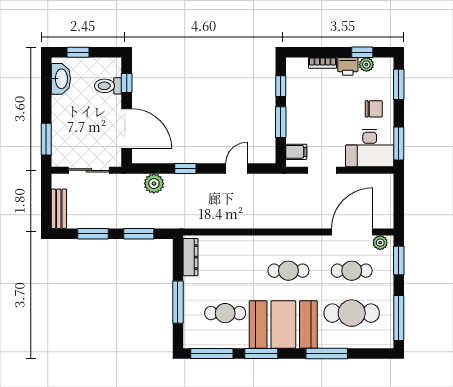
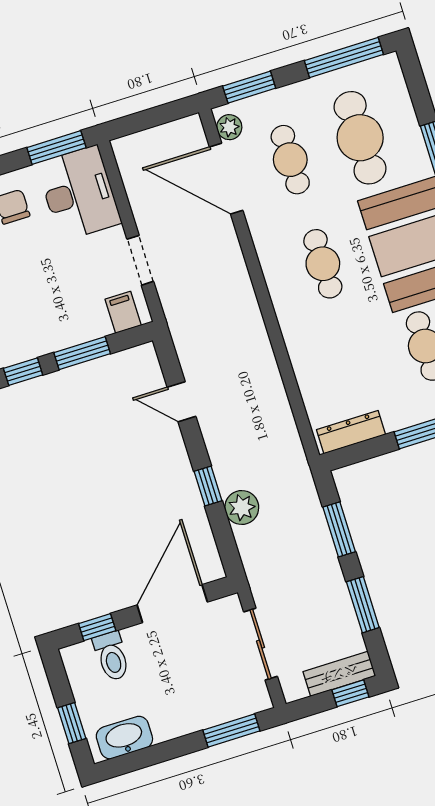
plant: (154, 184) -> (242, 508), moved
window: (46, 211) -> (350, 693), added

